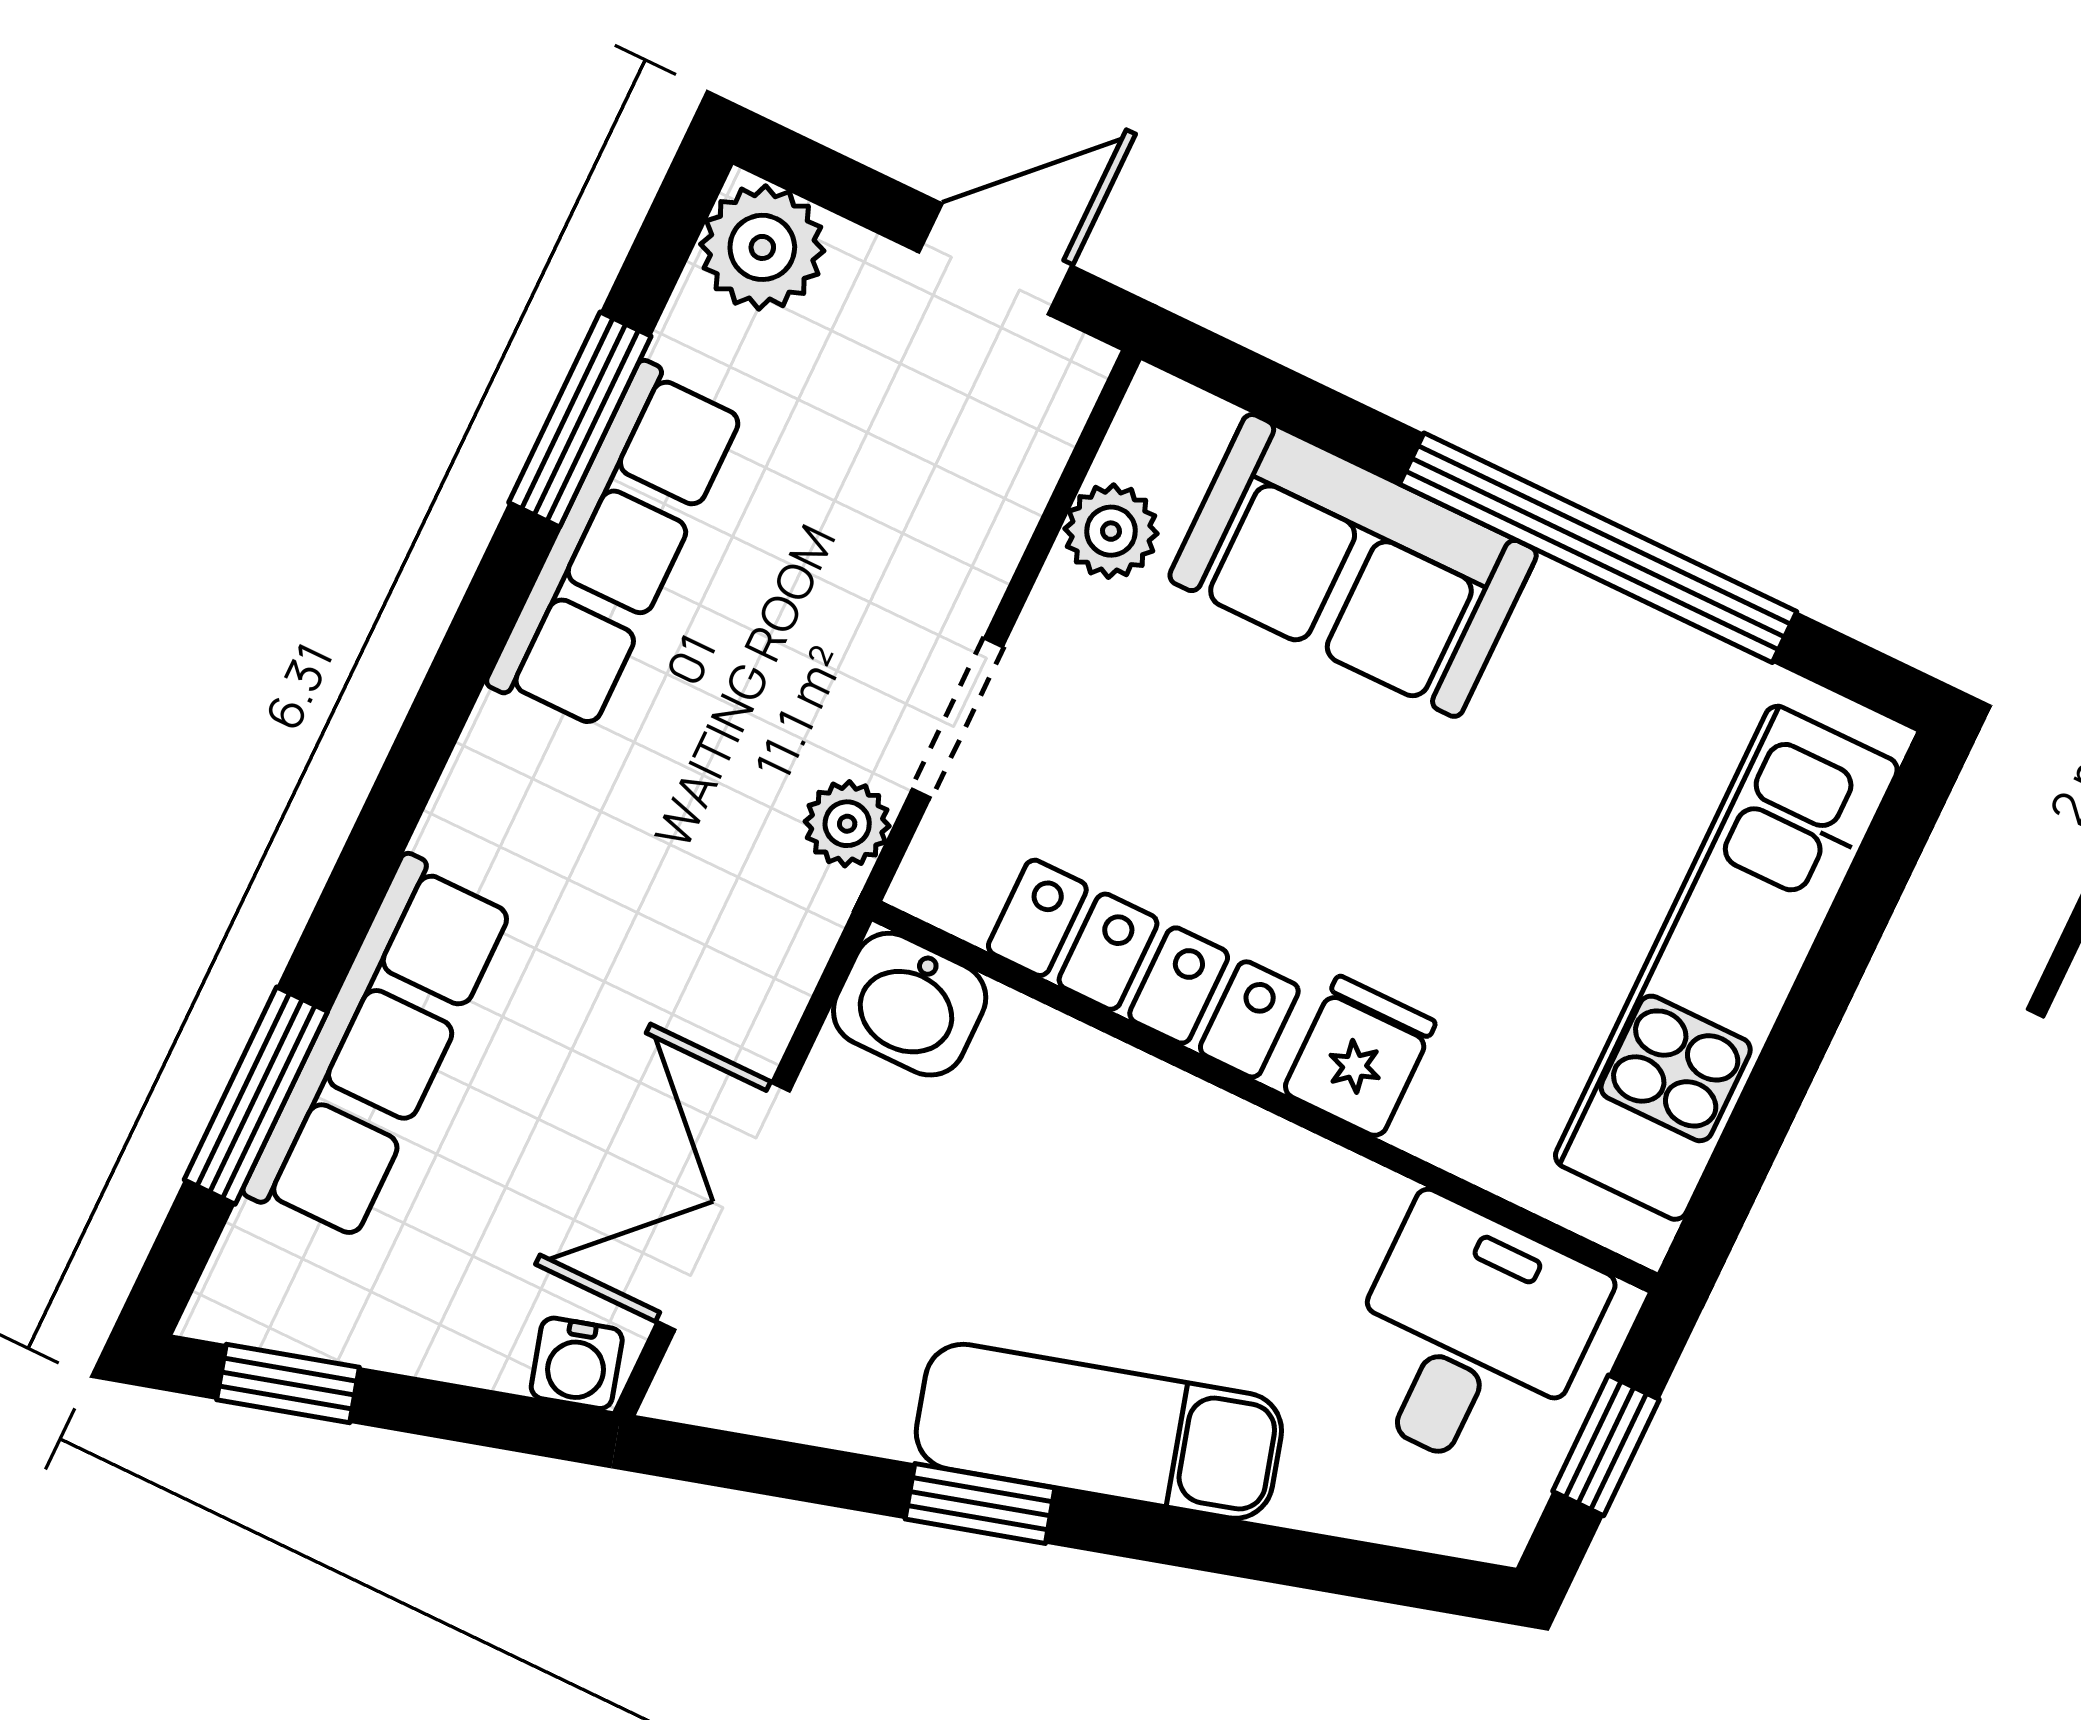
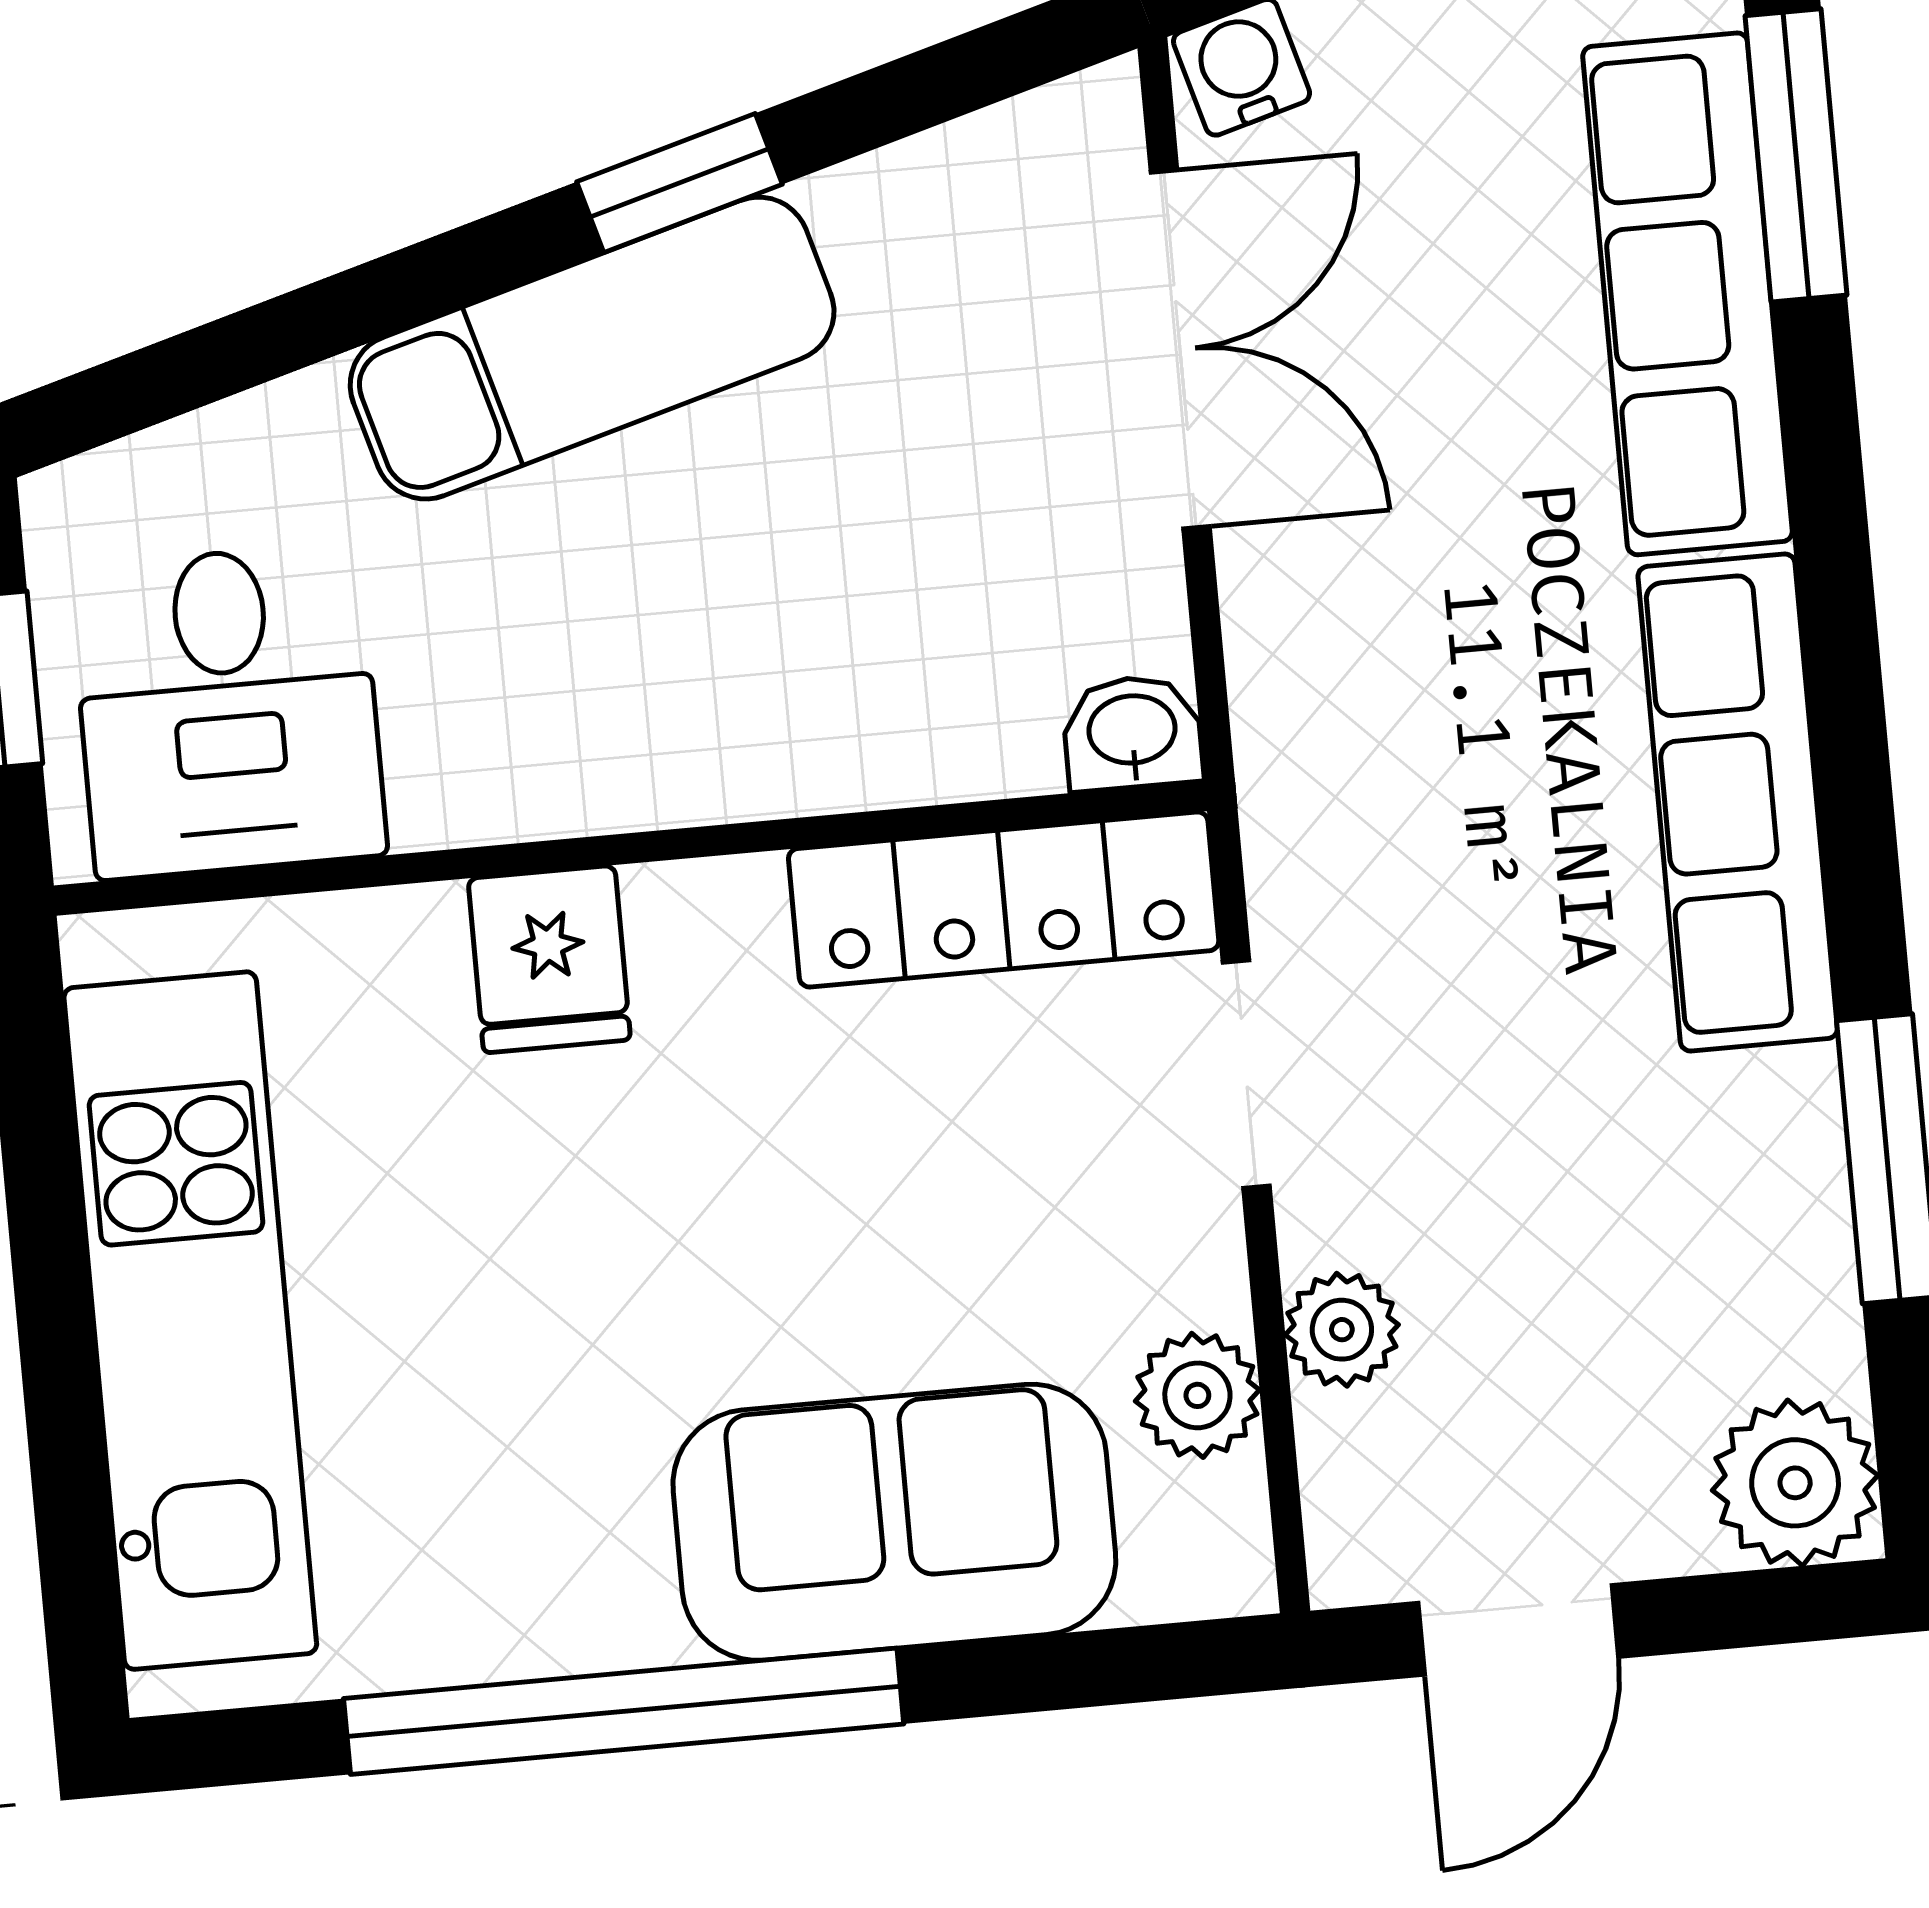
row of seats: (615, 546) -> (1738, 802), moved
plant: (847, 824) -> (1342, 1330), moved
locker: (1143, 969) -> (1004, 900), moved
washbasin: (910, 1004) -> (1132, 733), width x0.72, depth x0.69

